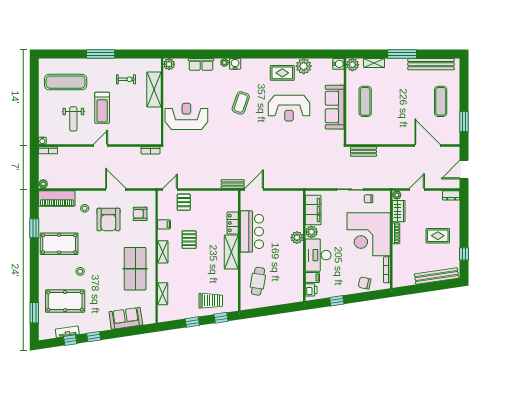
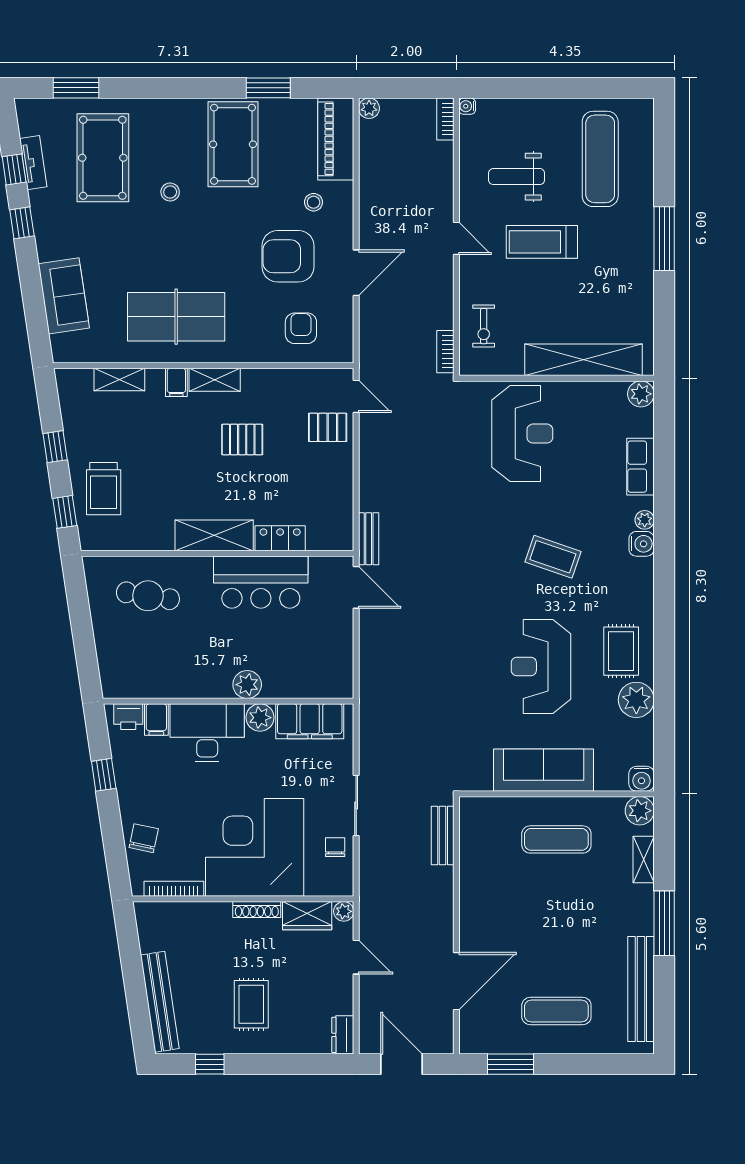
exercise bike: (126, 79) -> (484, 326), moved
shelving: (154, 89) -> (583, 360), width x1.47
filing cabinet: (164, 224) -> (176, 382), moved

